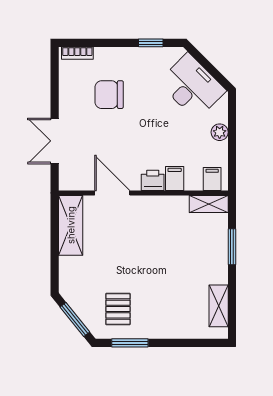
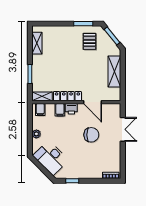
chair: (109, 95) -> (91, 135), moved
locker: (160, 204) -> (67, 96), added
shelving: (71, 225) -> (114, 71), moved

